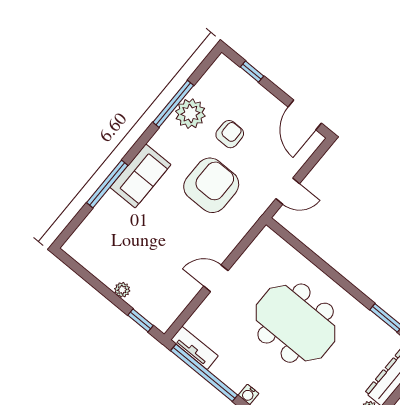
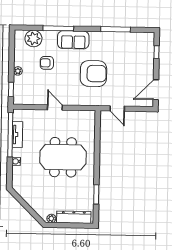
plant: (190, 114) -> (33, 38), moved
armchair: (230, 134) -> (47, 63), moved, turned 180
meeting table: (296, 323) -> (63, 157), turned 90
tv unit: (194, 348) -> (17, 134), moved

